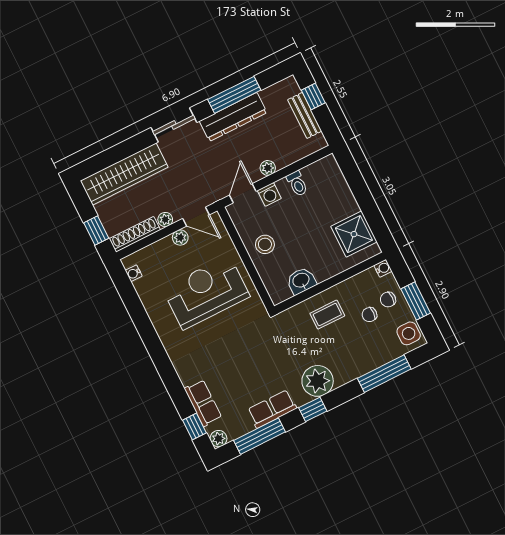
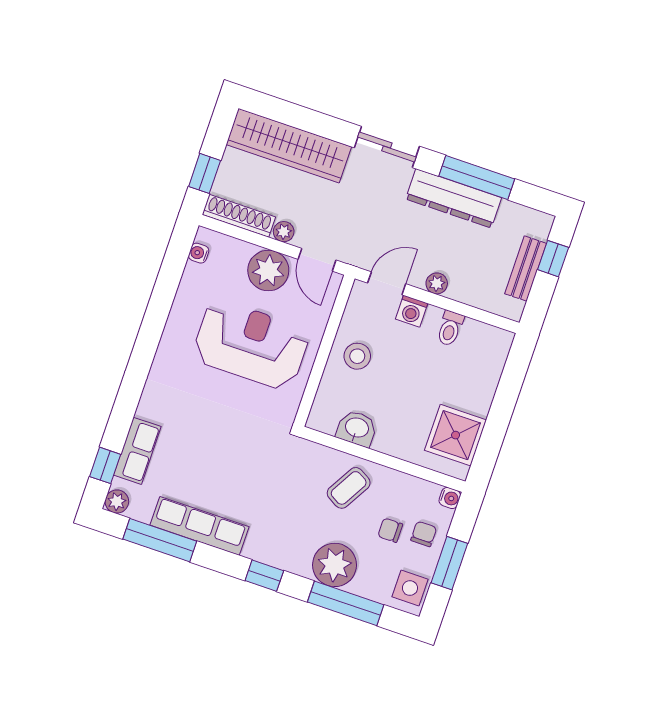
plant: (180, 238) -> (268, 270), width x1.88, depth x1.88
chair: (388, 299) -> (424, 534), turned 90
coffee table: (327, 315) -> (349, 488), turned -60
plant: (318, 381) -> (335, 565), moved
row of seats: (272, 409) -> (199, 526), width x1.48
window: (313, 409) -> (264, 576), moved

